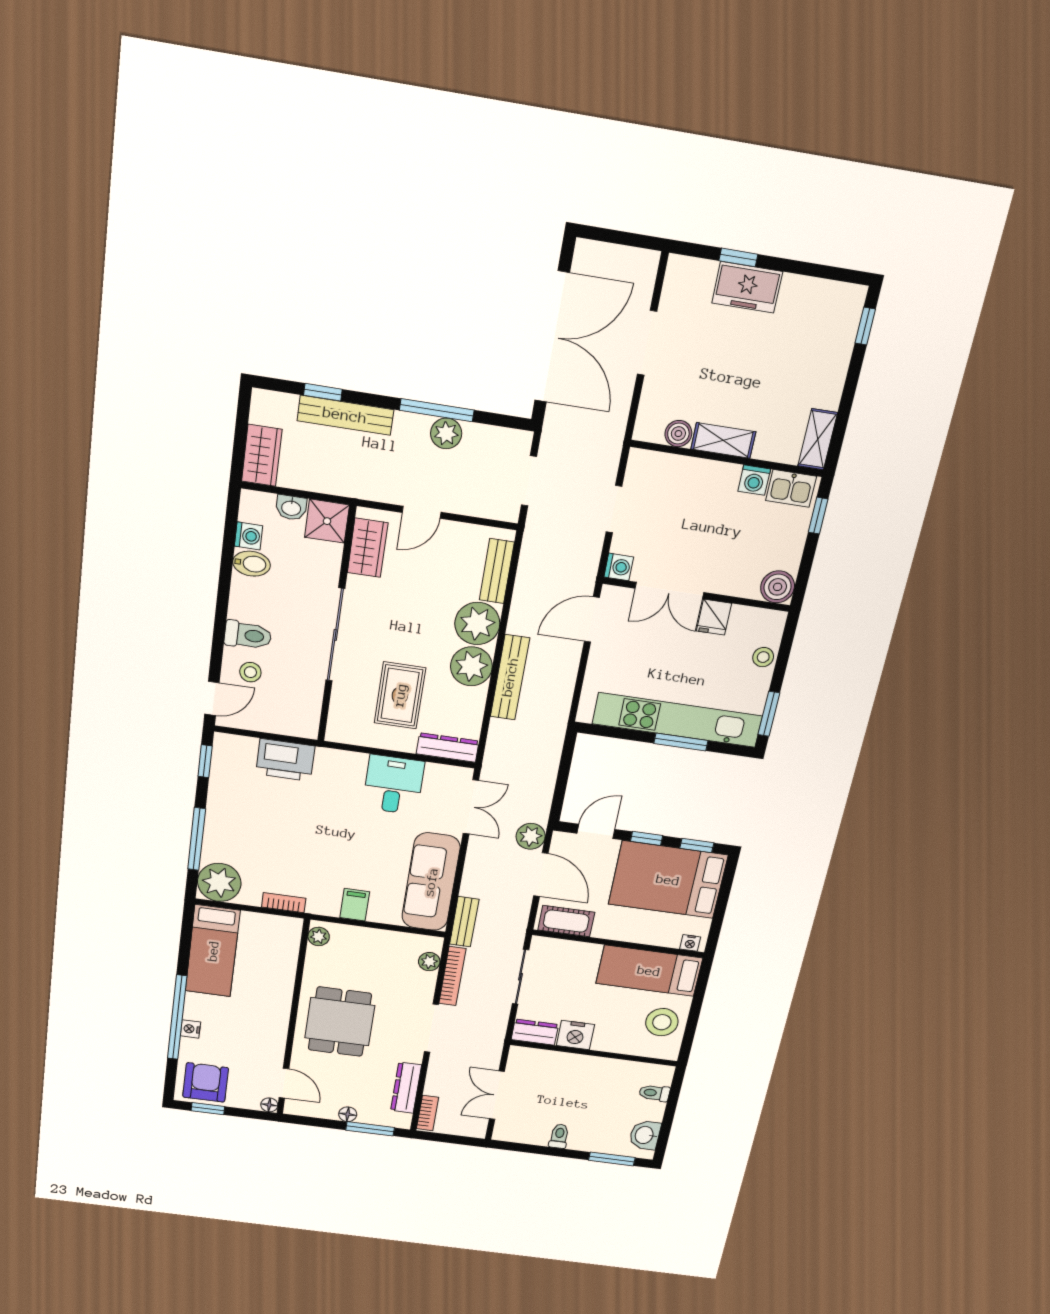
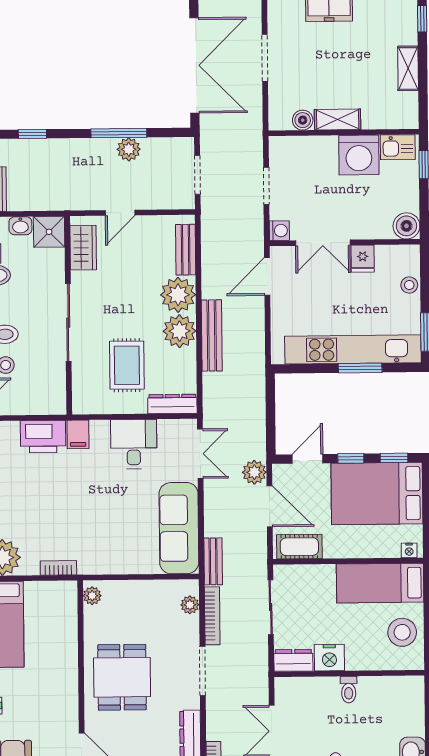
bench: (345, 415) -> (52, 148), removed
shelving: (818, 439) -> (408, 68), moved
washing machine: (754, 480) -> (359, 155), width x1.89, depth x1.89
filing cabinet: (355, 905) -> (78, 434), moved, turned 180
toilet: (654, 1093) -> (349, 690), moved, turned -90

